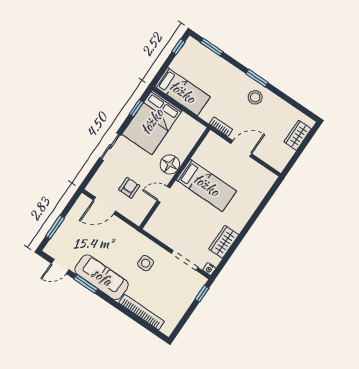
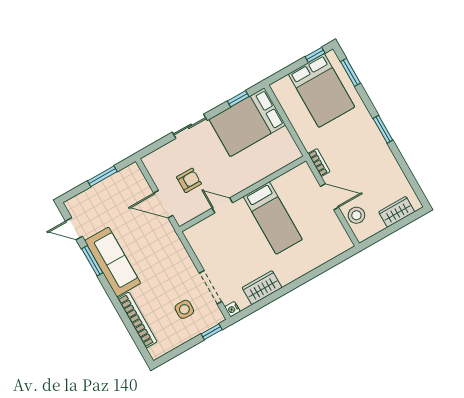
bed: (182, 92) -> (322, 90), moved, width x1.50
stool: (255, 97) -> (356, 215), moved
floor lamp: (170, 164) -> (245, 177), removed
door: (104, 205) -> (163, 204), moved
window: (55, 227) -> (102, 176), moved
side table: (146, 263) -> (184, 309), moved

